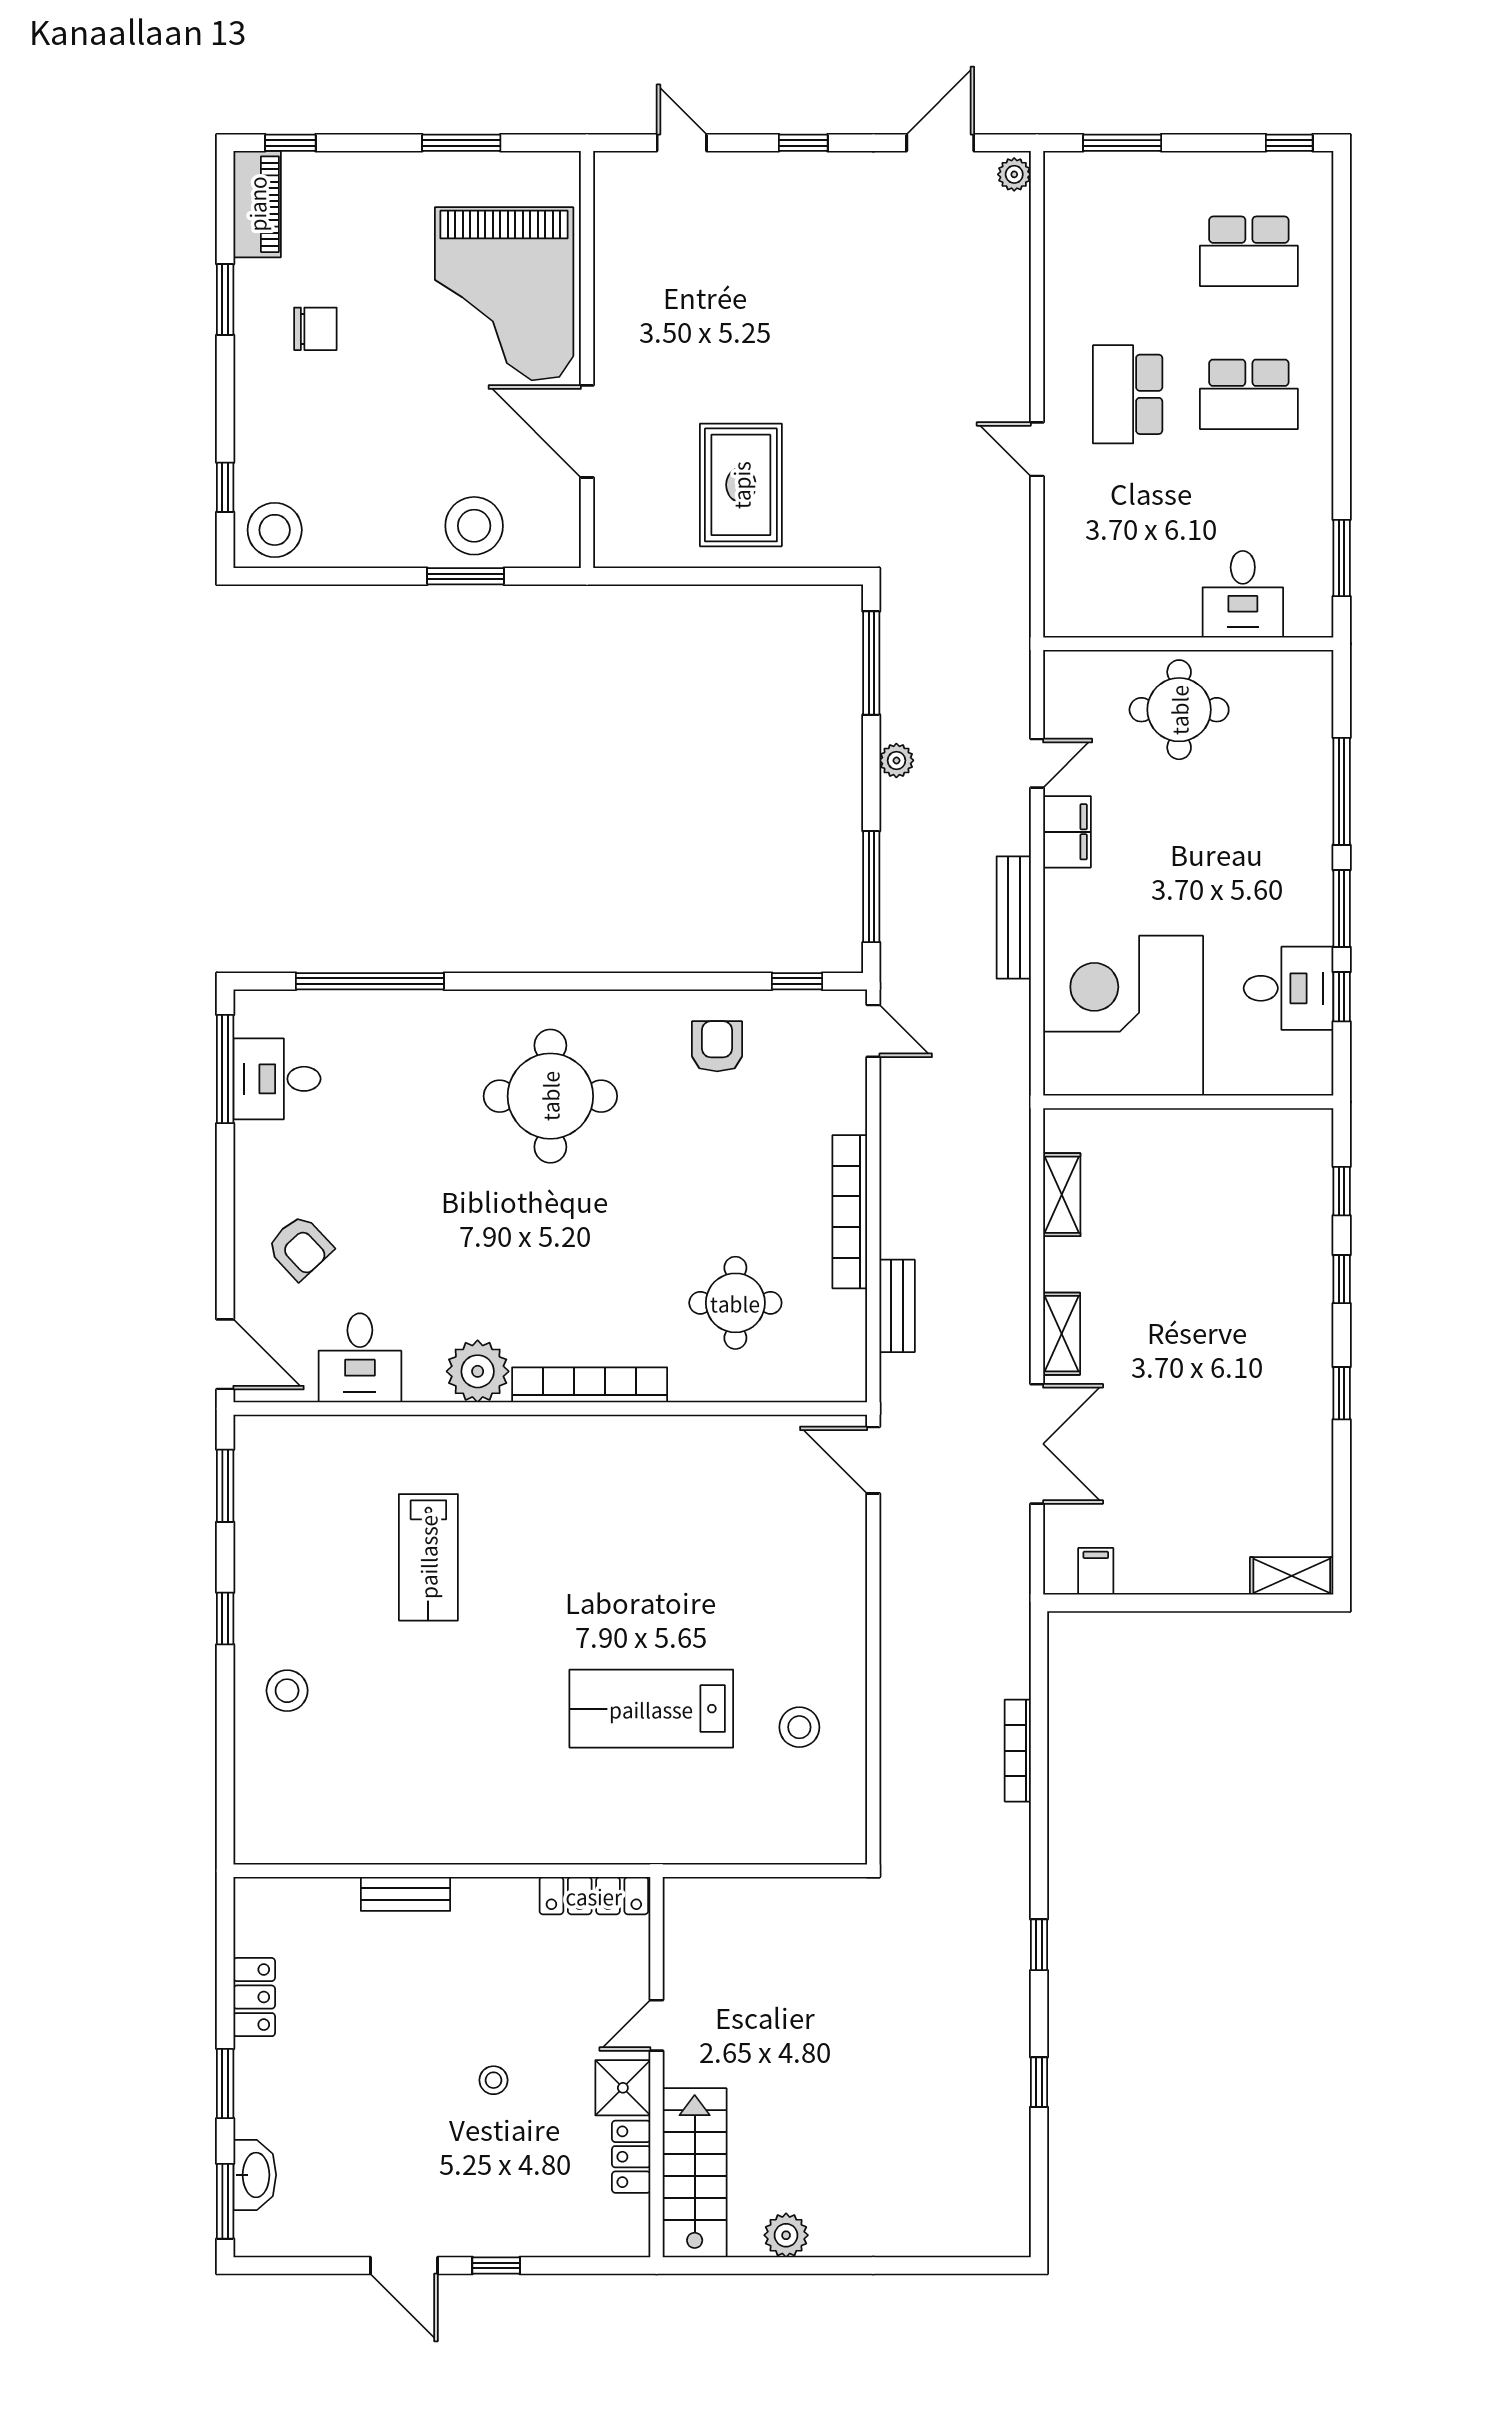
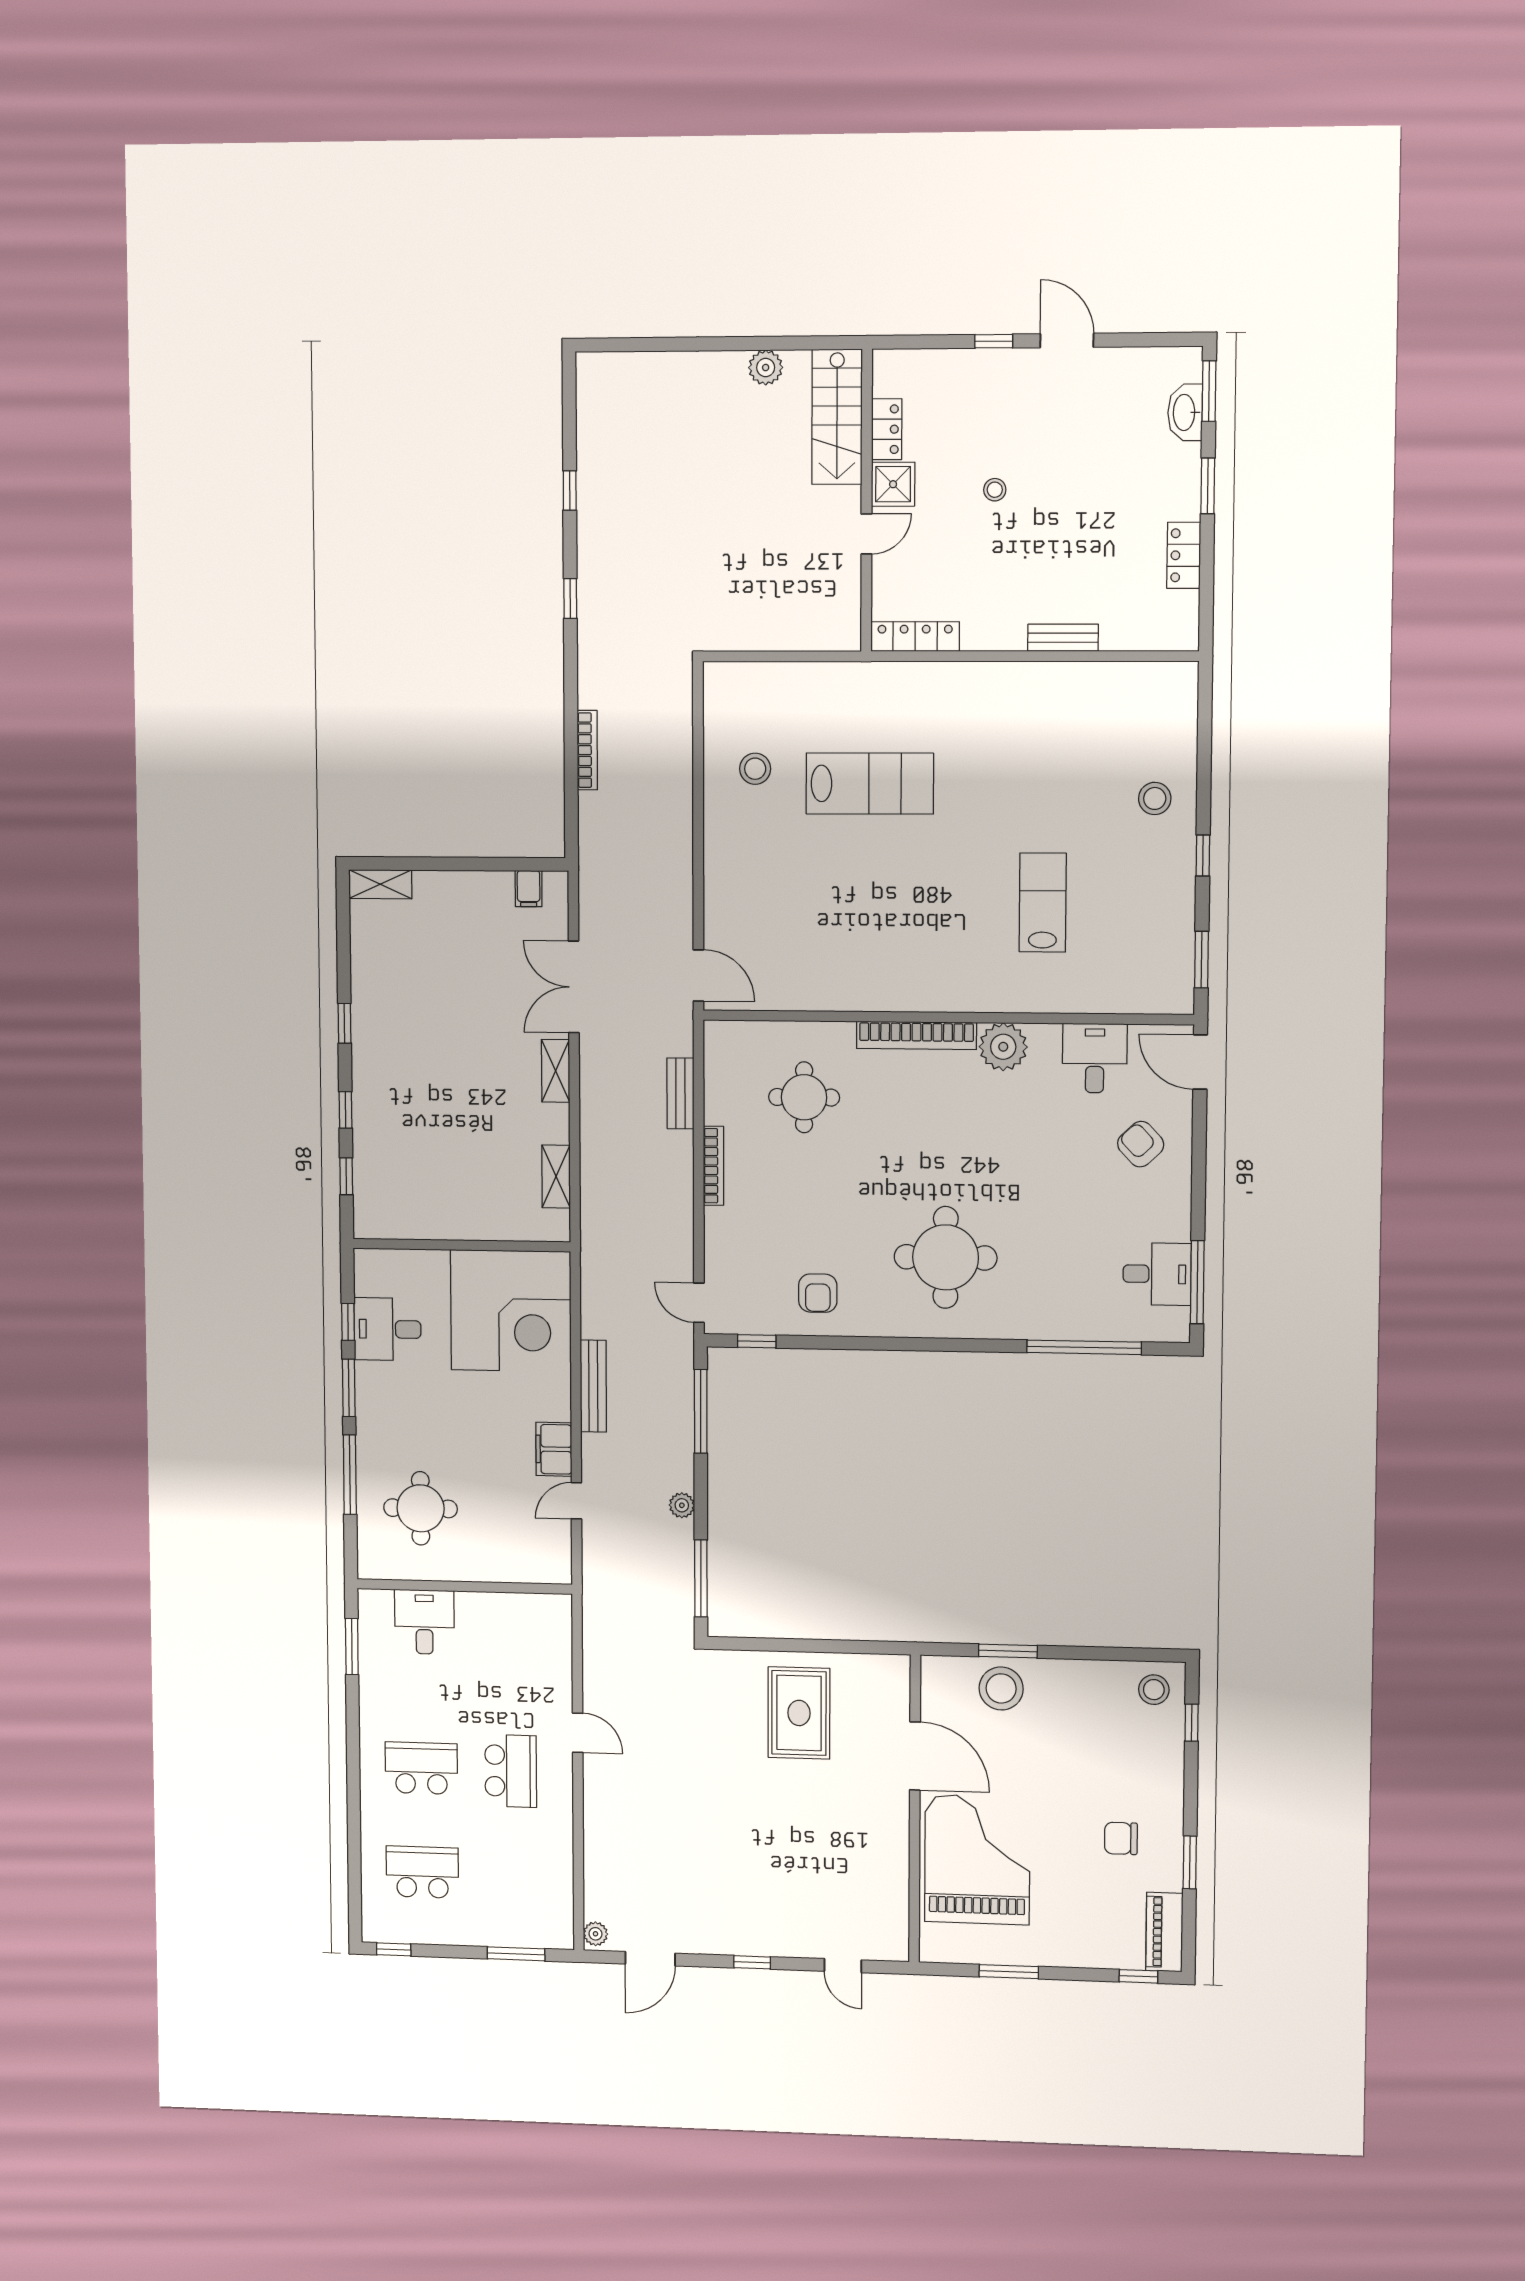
stool: (275, 530) -> (1154, 1690), width x0.73, depth x0.73
round table: (1179, 710) -> (421, 1508), moved
bookcase: (850, 1212) -> (713, 1166), width x0.68, depth x0.76

